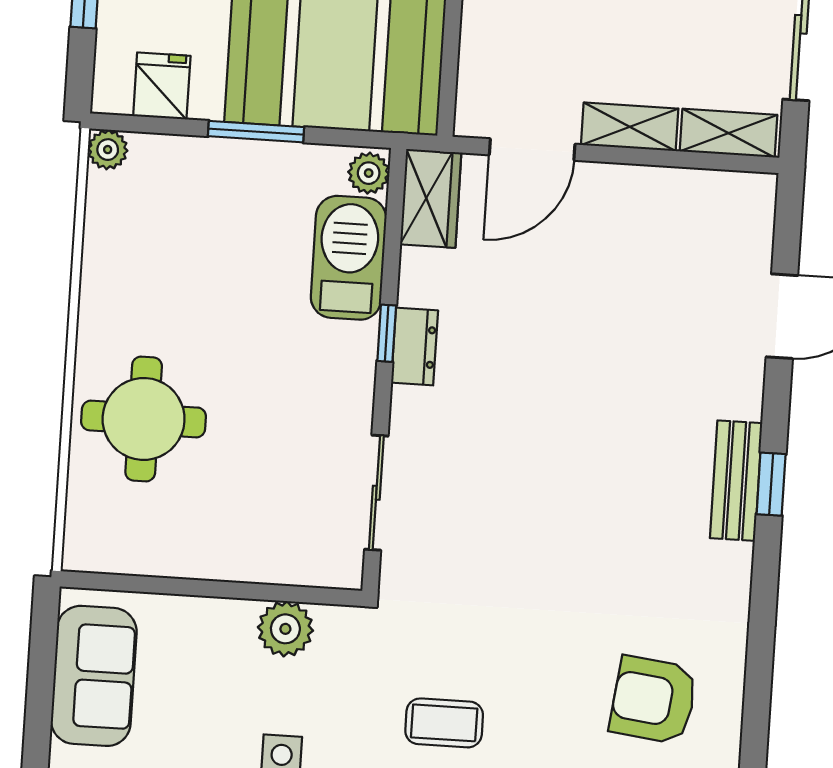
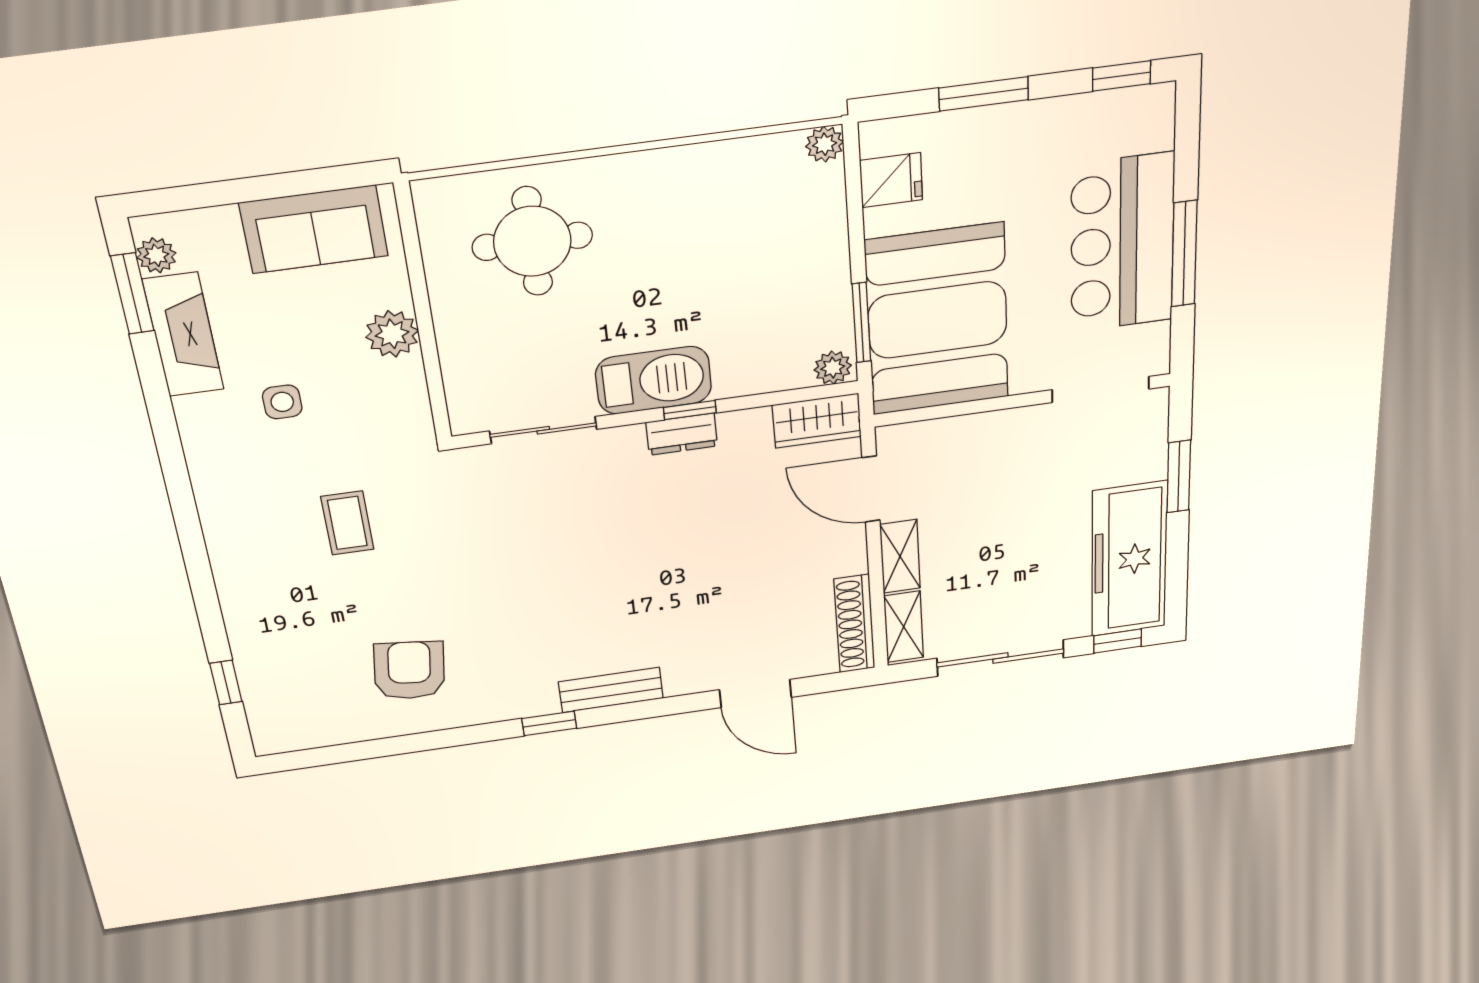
window: (256, 132) -> (861, 323), moved
shoe rack: (711, 189) -> (855, 624), added
barbecue: (349, 258) -> (654, 380), moved
round table: (144, 419) -> (532, 241), moved
window: (771, 484) -> (549, 723), moved
plant: (285, 629) -> (392, 334), moved

